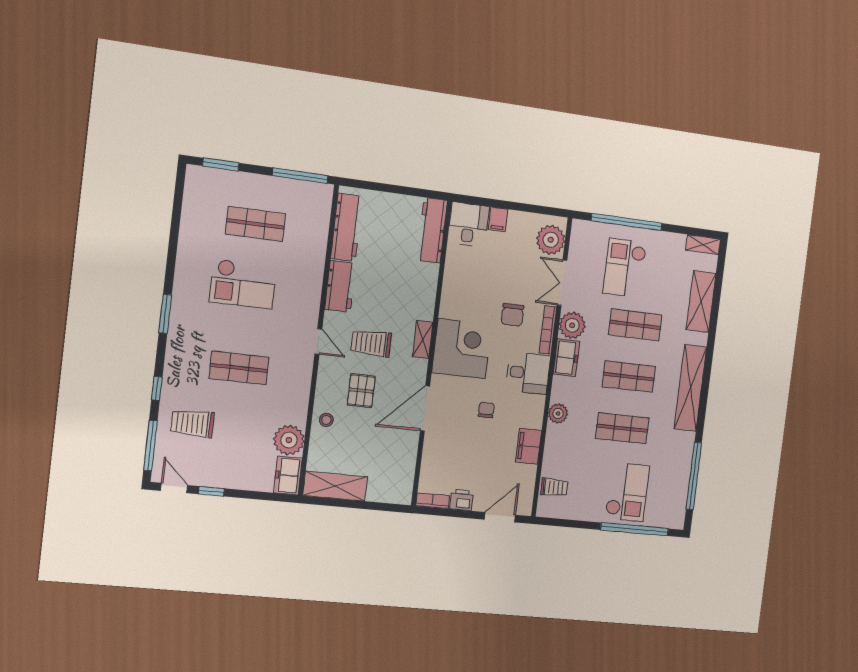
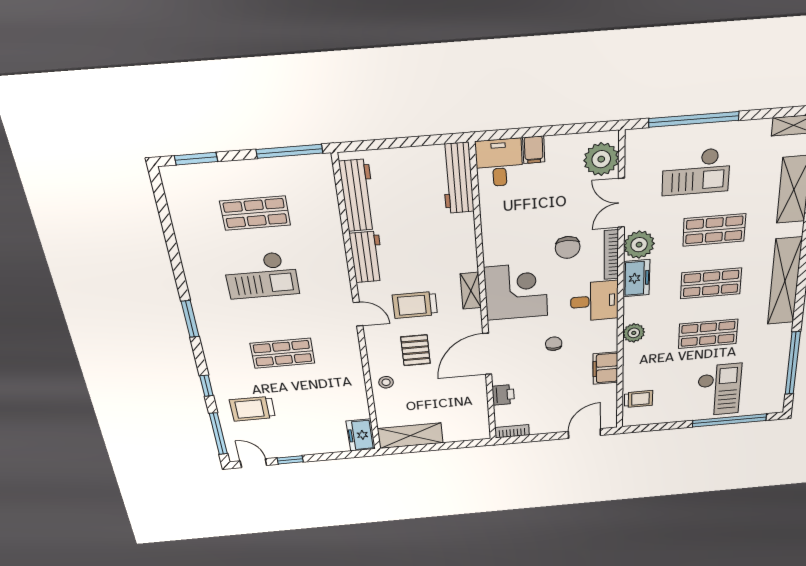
checkout: (625, 268) -> (696, 172), turned -90
plant: (289, 440) -> (353, 406), removed
printer: (461, 500) -> (503, 395), moved, turned 90

